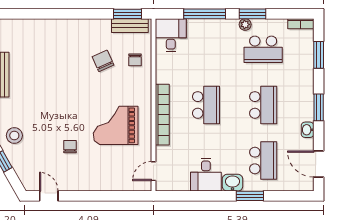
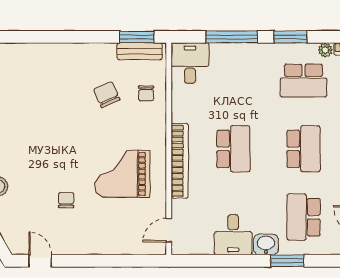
plant: (245, 24) -> (325, 50), moved
school desk: (263, 160) -> (304, 217), turned 180

